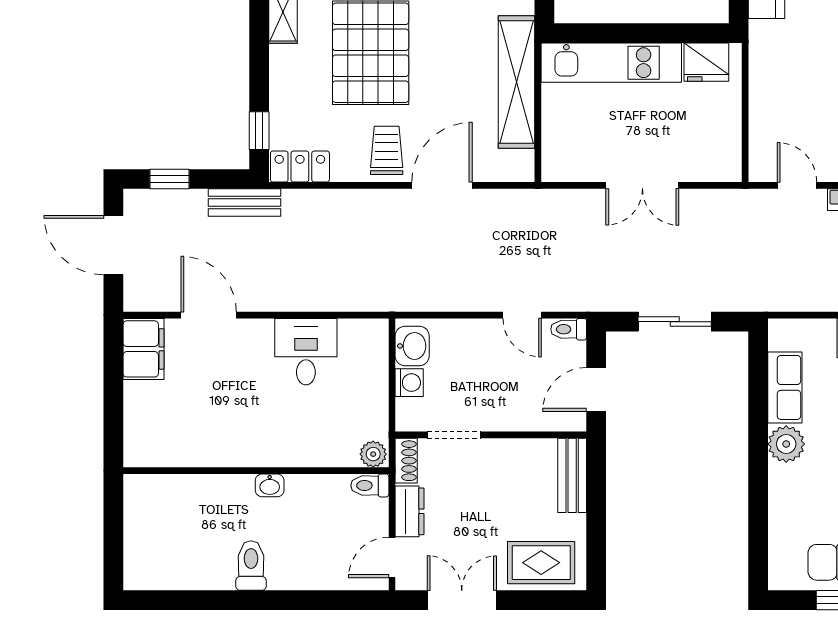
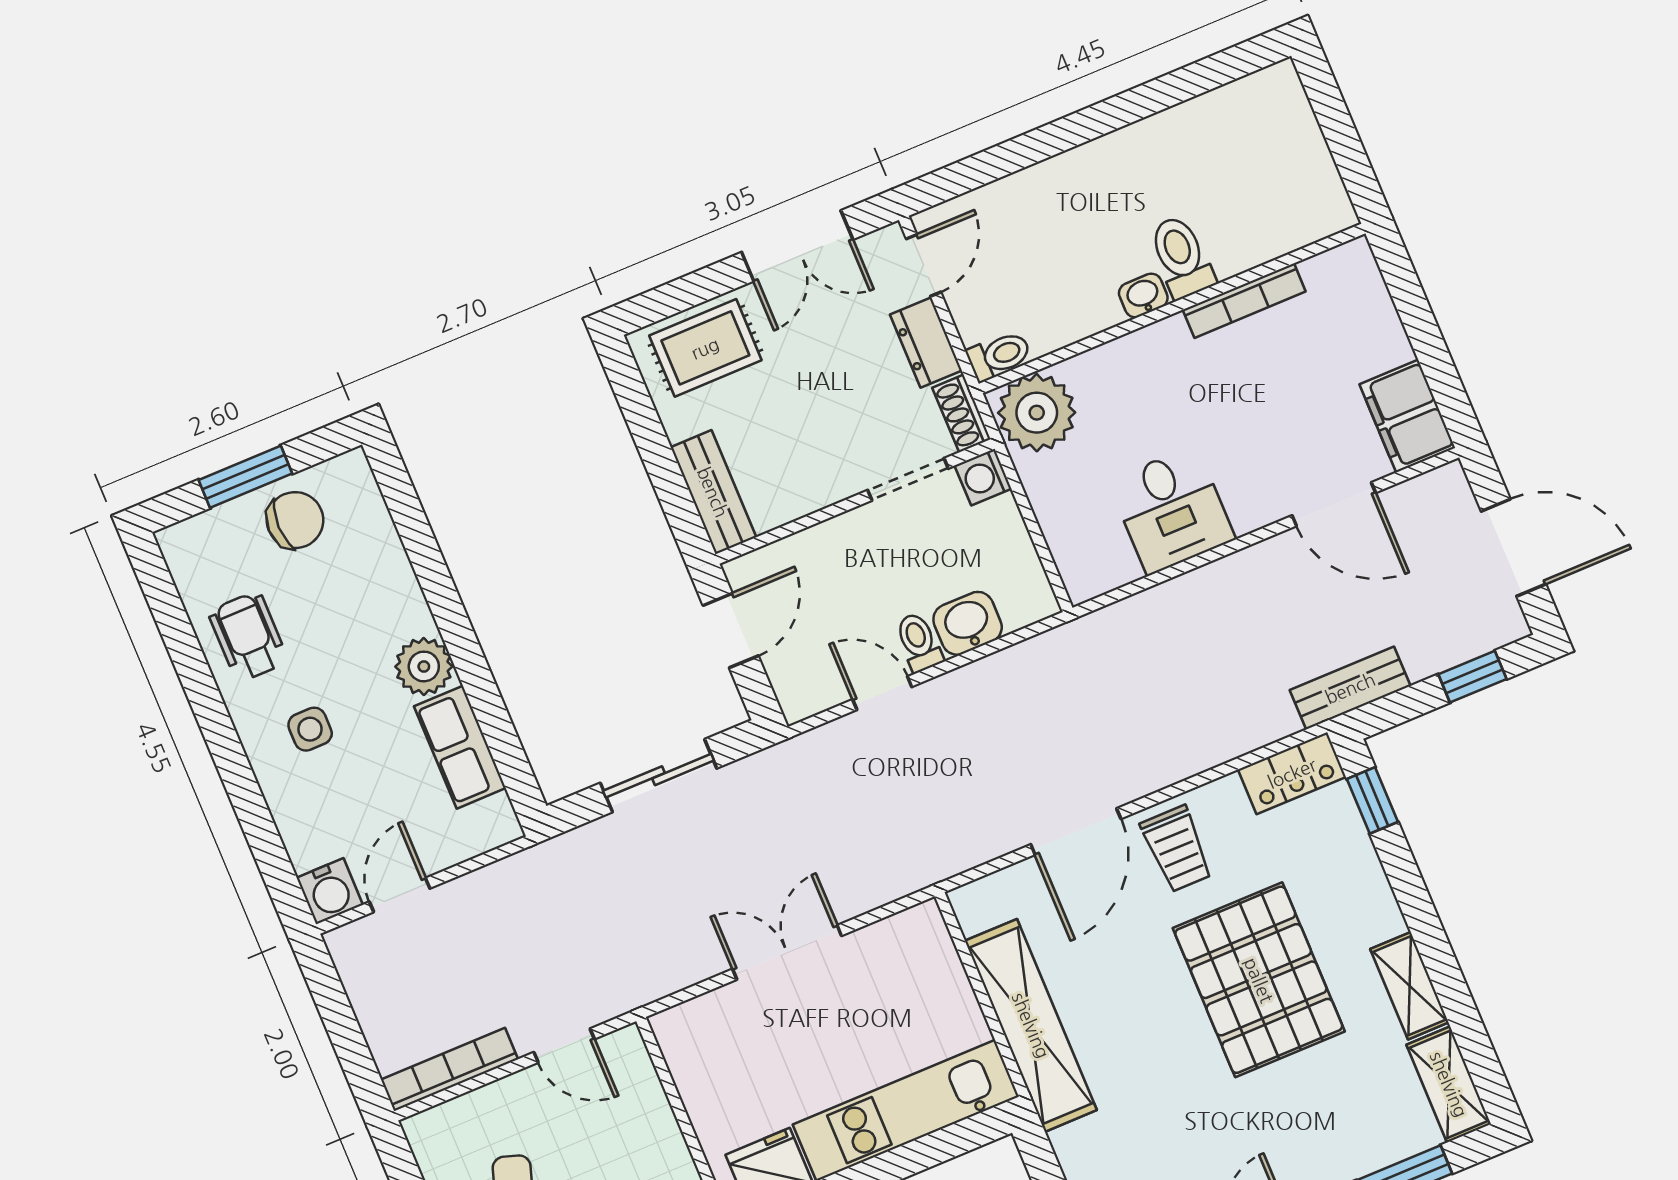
toilet: (569, 329) -> (919, 642), moved, turned -90
washbasin: (412, 346) -> (968, 623), moved, turned 90
washing machine: (409, 383) -> (983, 477), moved
plant: (373, 454) -> (1037, 413), width x1.88, depth x1.88
bookcase: (211, 457) -> (1244, 301), added
toilet: (251, 566) -> (1181, 257), moved, turned 180

